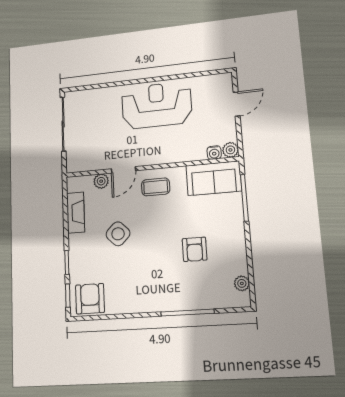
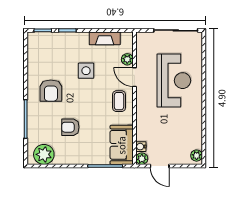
plant: (221, 80) -> (197, 156), added
door: (237, 104) -> (160, 166), moved
reception desk: (157, 105) -> (174, 81), moved
side table: (118, 234) -> (86, 71), turned 45
plant: (242, 283) -> (44, 154), width x1.87, depth x1.87
armchair: (90, 299) -> (51, 91), moved, turned 90

